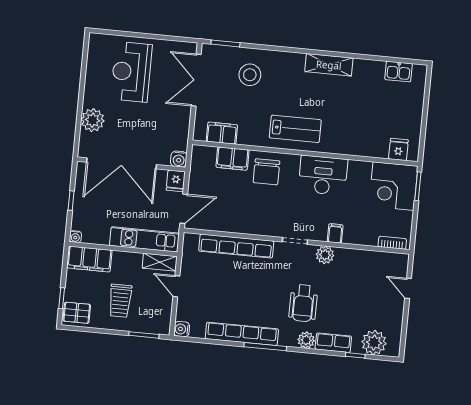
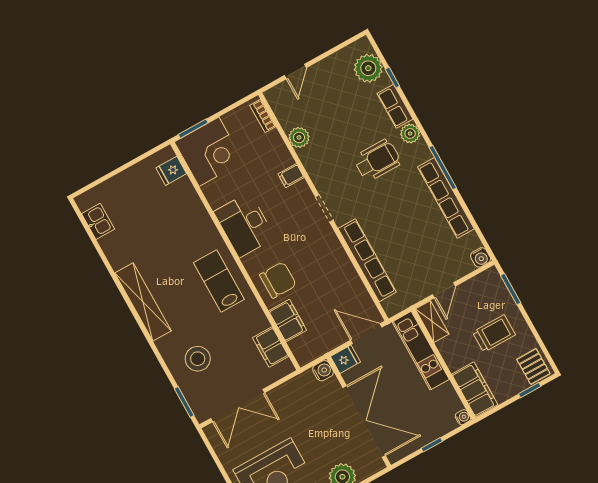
shelving: (329, 65) -> (143, 302), width x1.47
plant: (325, 255) -> (299, 137), moved

